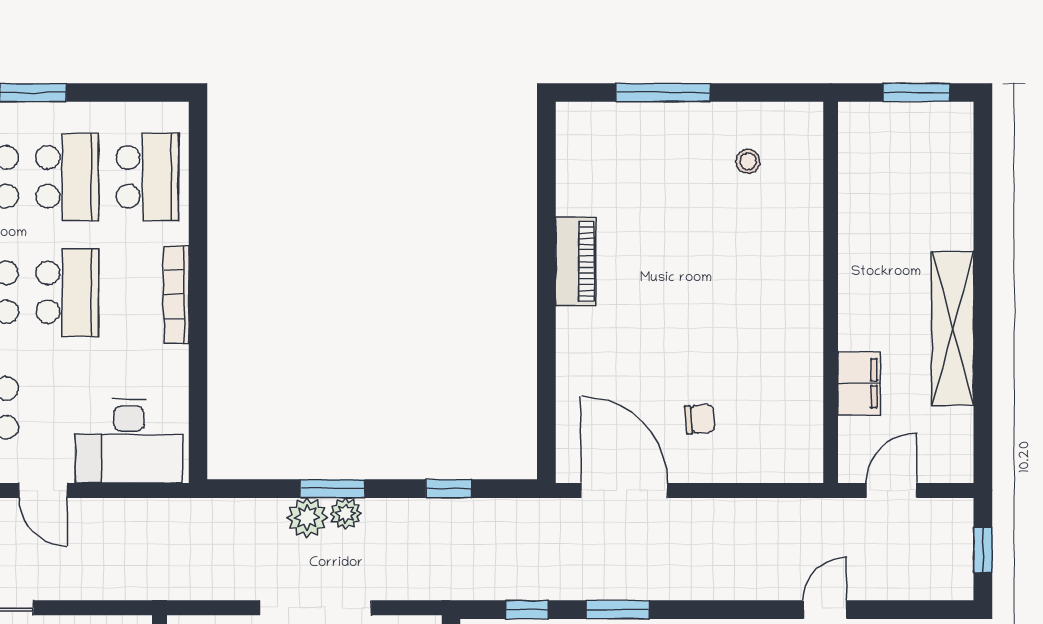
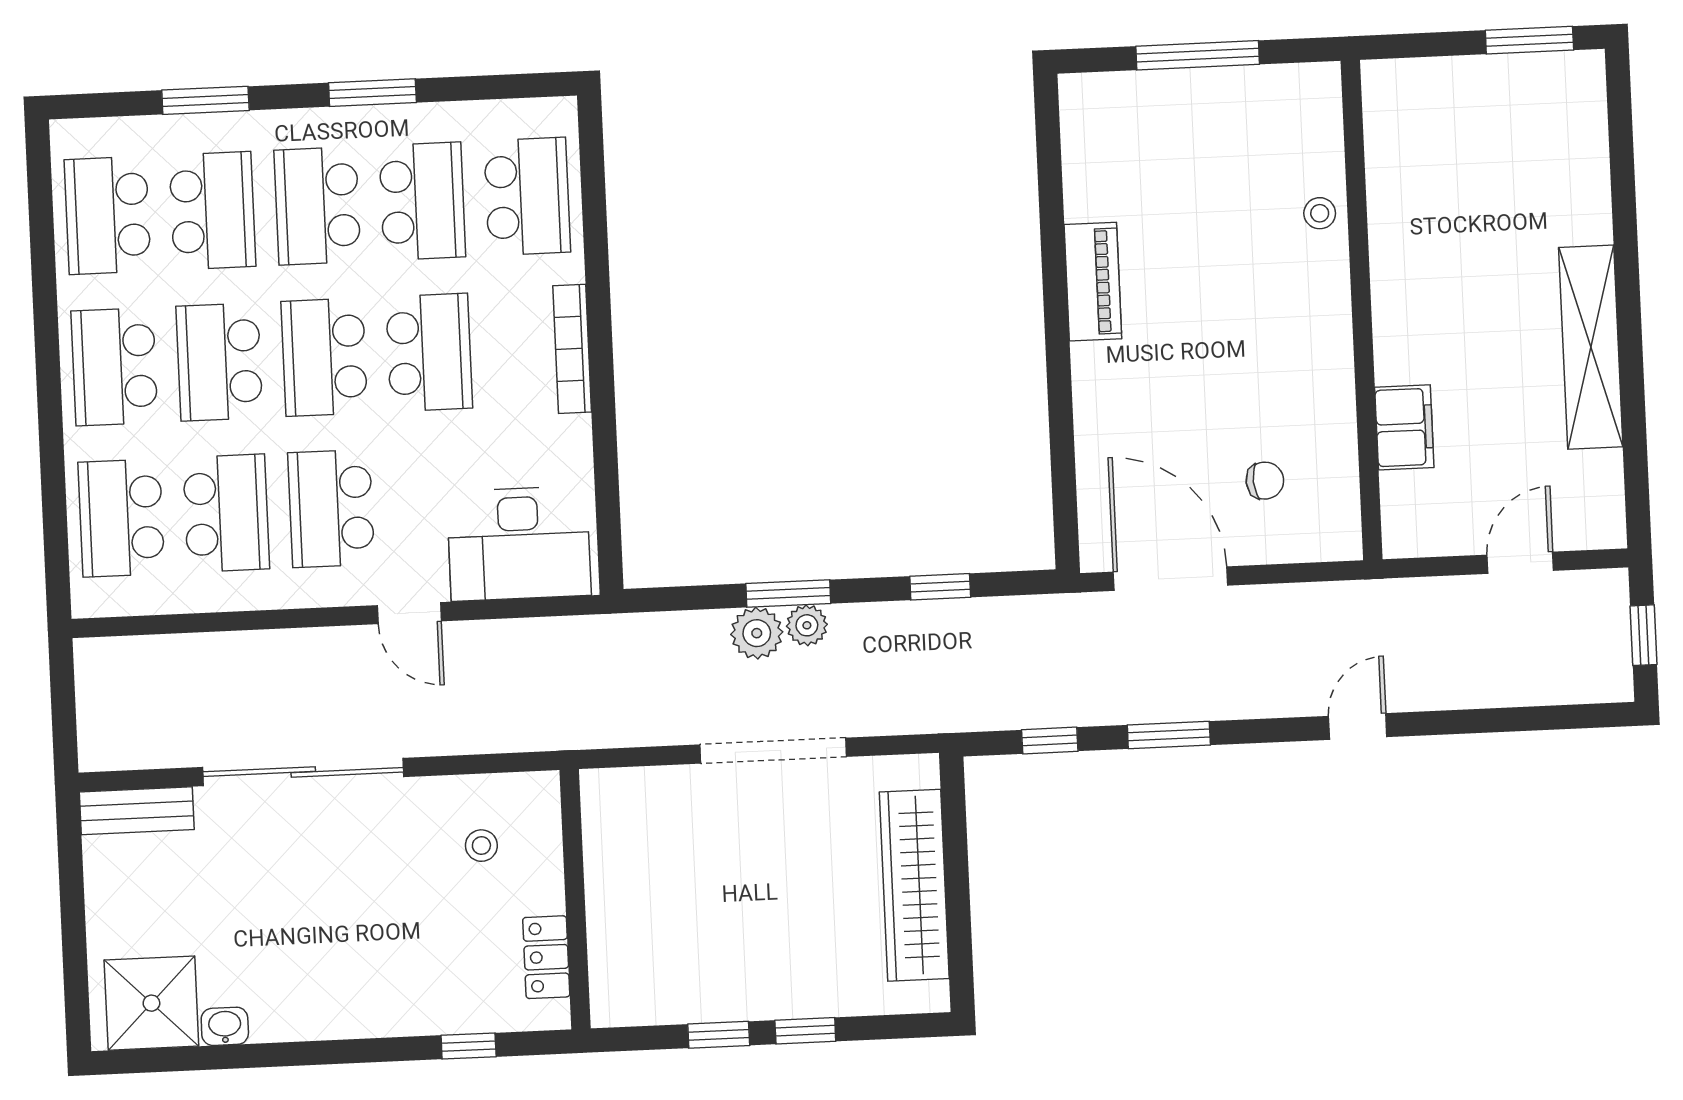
stool: (748, 161) -> (1320, 213), moved
wall: (831, 292) -> (1362, 310), moved
filing cabinet: (859, 383) -> (1404, 427), moved
door: (825, 610) -> (1358, 727), moved

